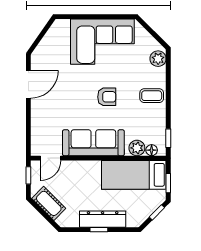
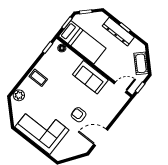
armchair: (107, 97) -> (79, 115), moved
sofa: (93, 143) -> (90, 77), width x0.73
plant: (137, 148) -> (69, 56), removed

